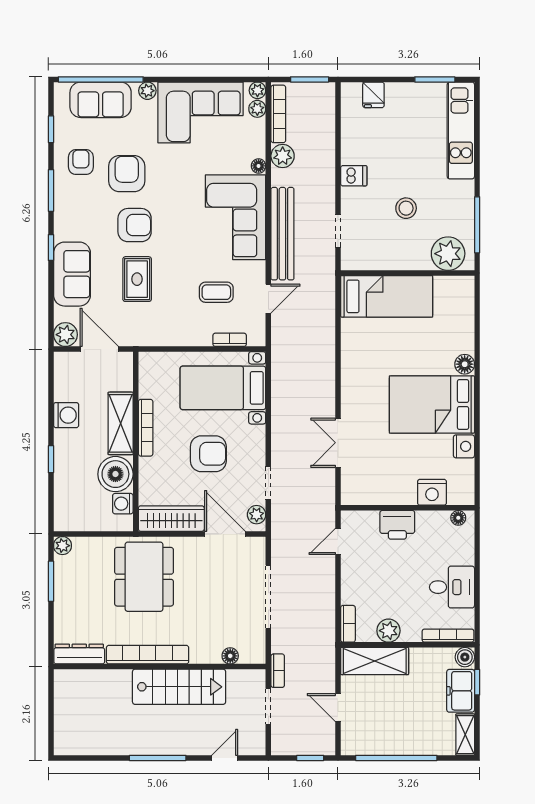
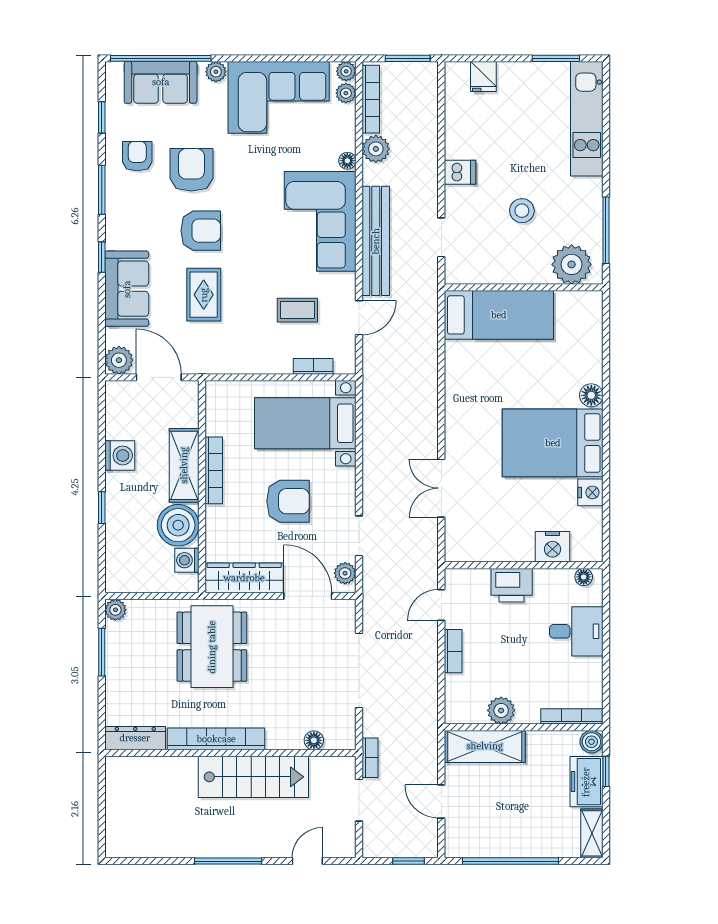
desk: (452, 587) -> (576, 631), moved
bookcase: (348, 624) -> (453, 651), moved

